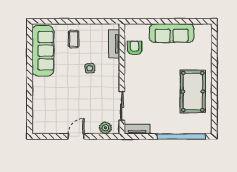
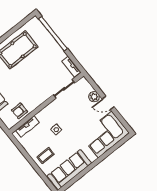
corner sofa: (49, 110) -> (105, 134), added
plant: (105, 128) -> (94, 97), moved

